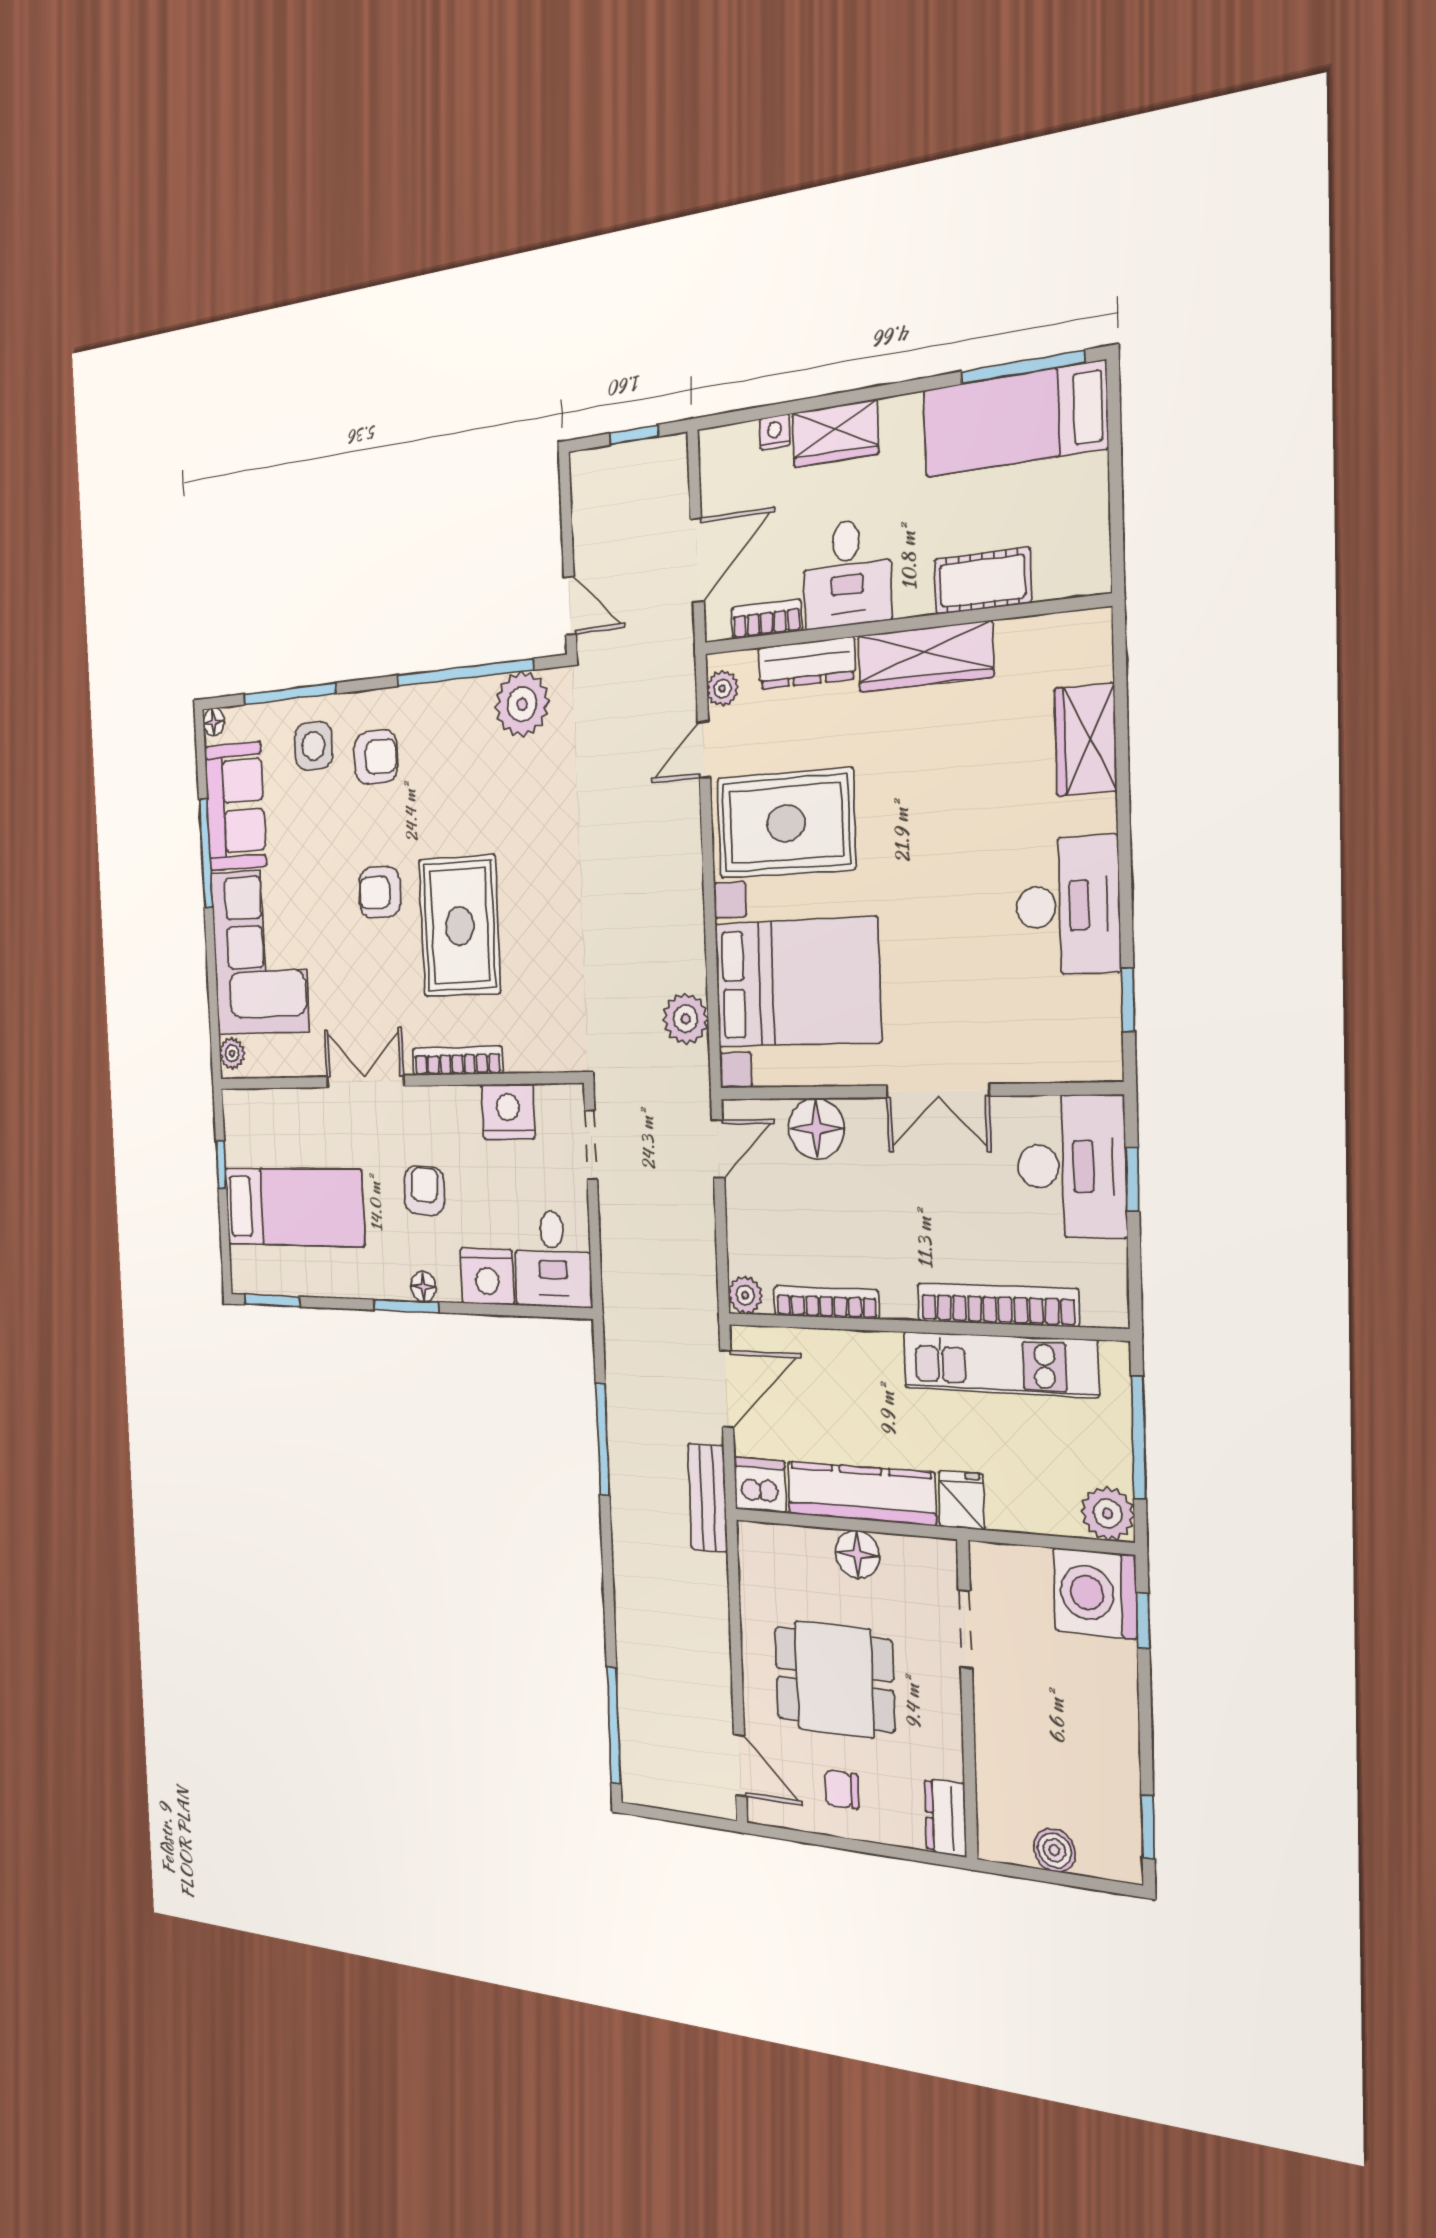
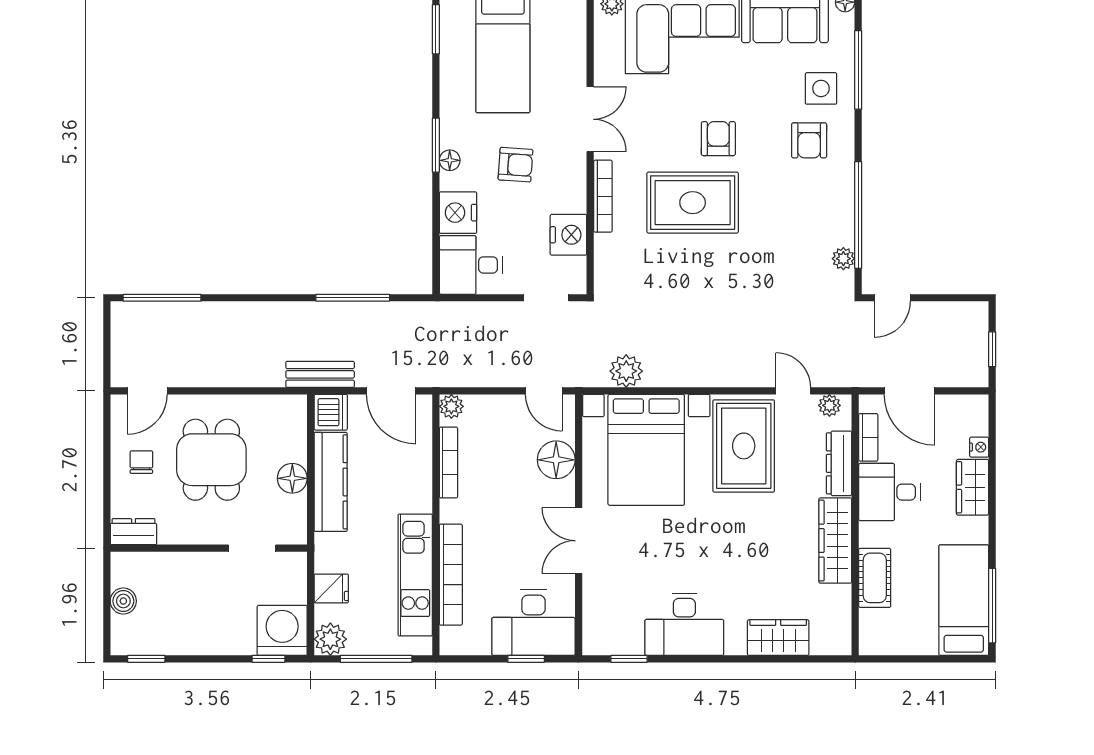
plant: (522, 704) -> (843, 259), width x0.53, depth x0.53
fridge: (961, 1500) -> (331, 588), moved

